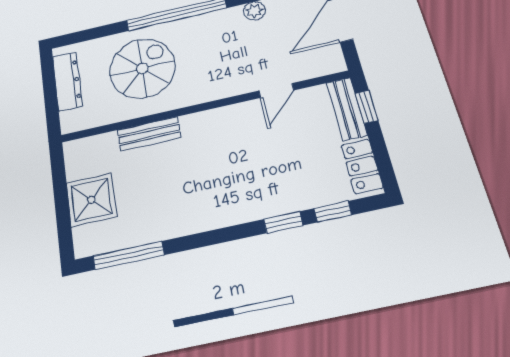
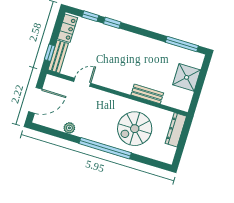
dresser: (67, 81) -> (176, 130), moved

